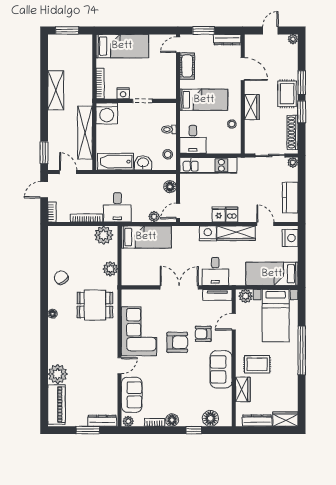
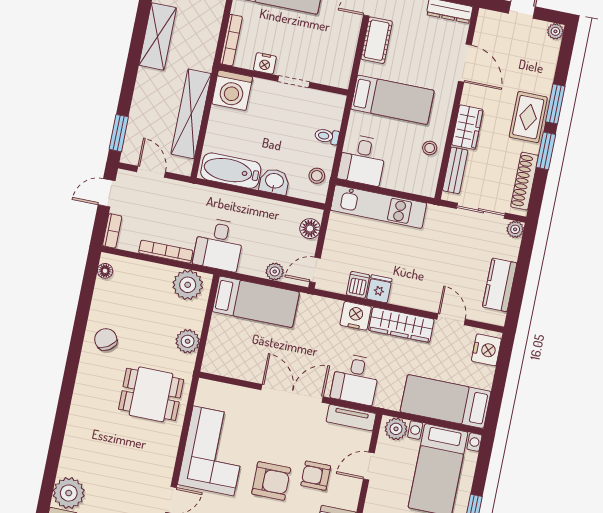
bench: (250, 134) -> (455, 170), added
dishwasher: (232, 215) -> (358, 285), moved
floor lamp: (52, 314) -> (105, 271), moved

